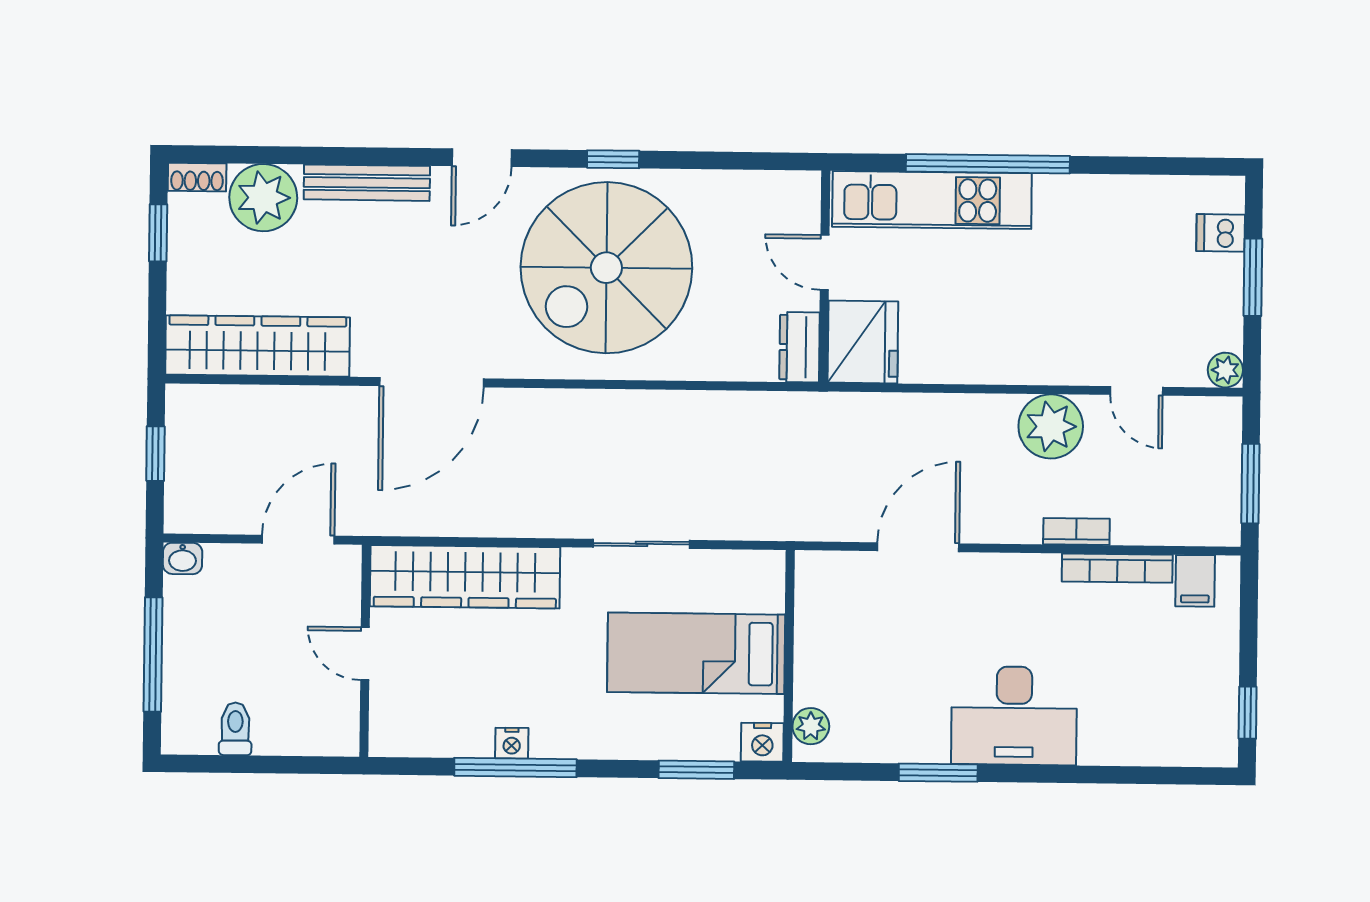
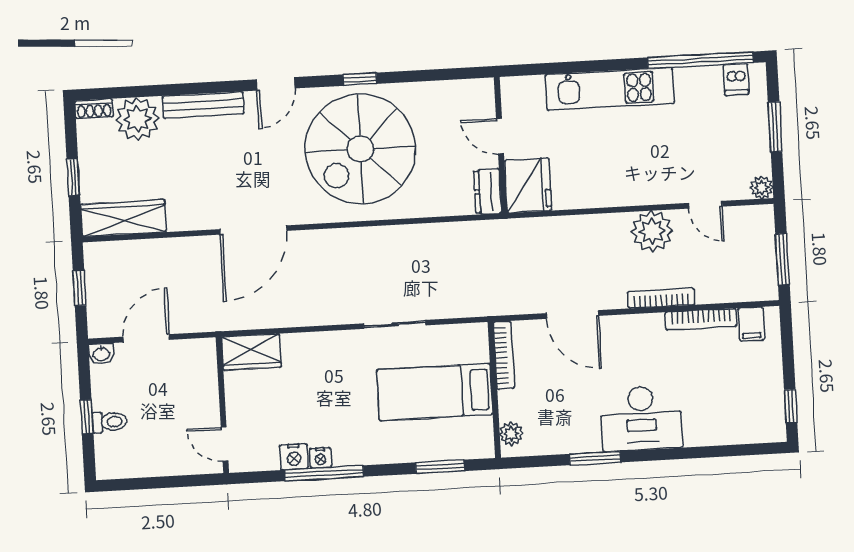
window: (988, 164) -> (700, 60), moved
kitchen unit: (932, 200) -> (610, 89), moved
window: (158, 233) -> (73, 177), moved
dishwasher: (1221, 233) -> (736, 79), moved, turned -90
wardrobe: (258, 346) -> (124, 218), width x0.71, depth x0.85
bookcase: (1076, 531) -> (661, 298), width x1.56
door: (298, 540) -> (146, 338), moved
door: (918, 547) -> (572, 314), swing flipped
wardrobe: (465, 577) -> (251, 352), width x0.48, depth x0.85
bookcase: (808, 603) -> (504, 355), added
door: (365, 654) -> (225, 444), moved
window: (153, 655) -> (87, 417), width x0.46
toilet: (235, 729) -> (110, 422), moved, turned 90
nightstand: (762, 742) -> (294, 457), moved

